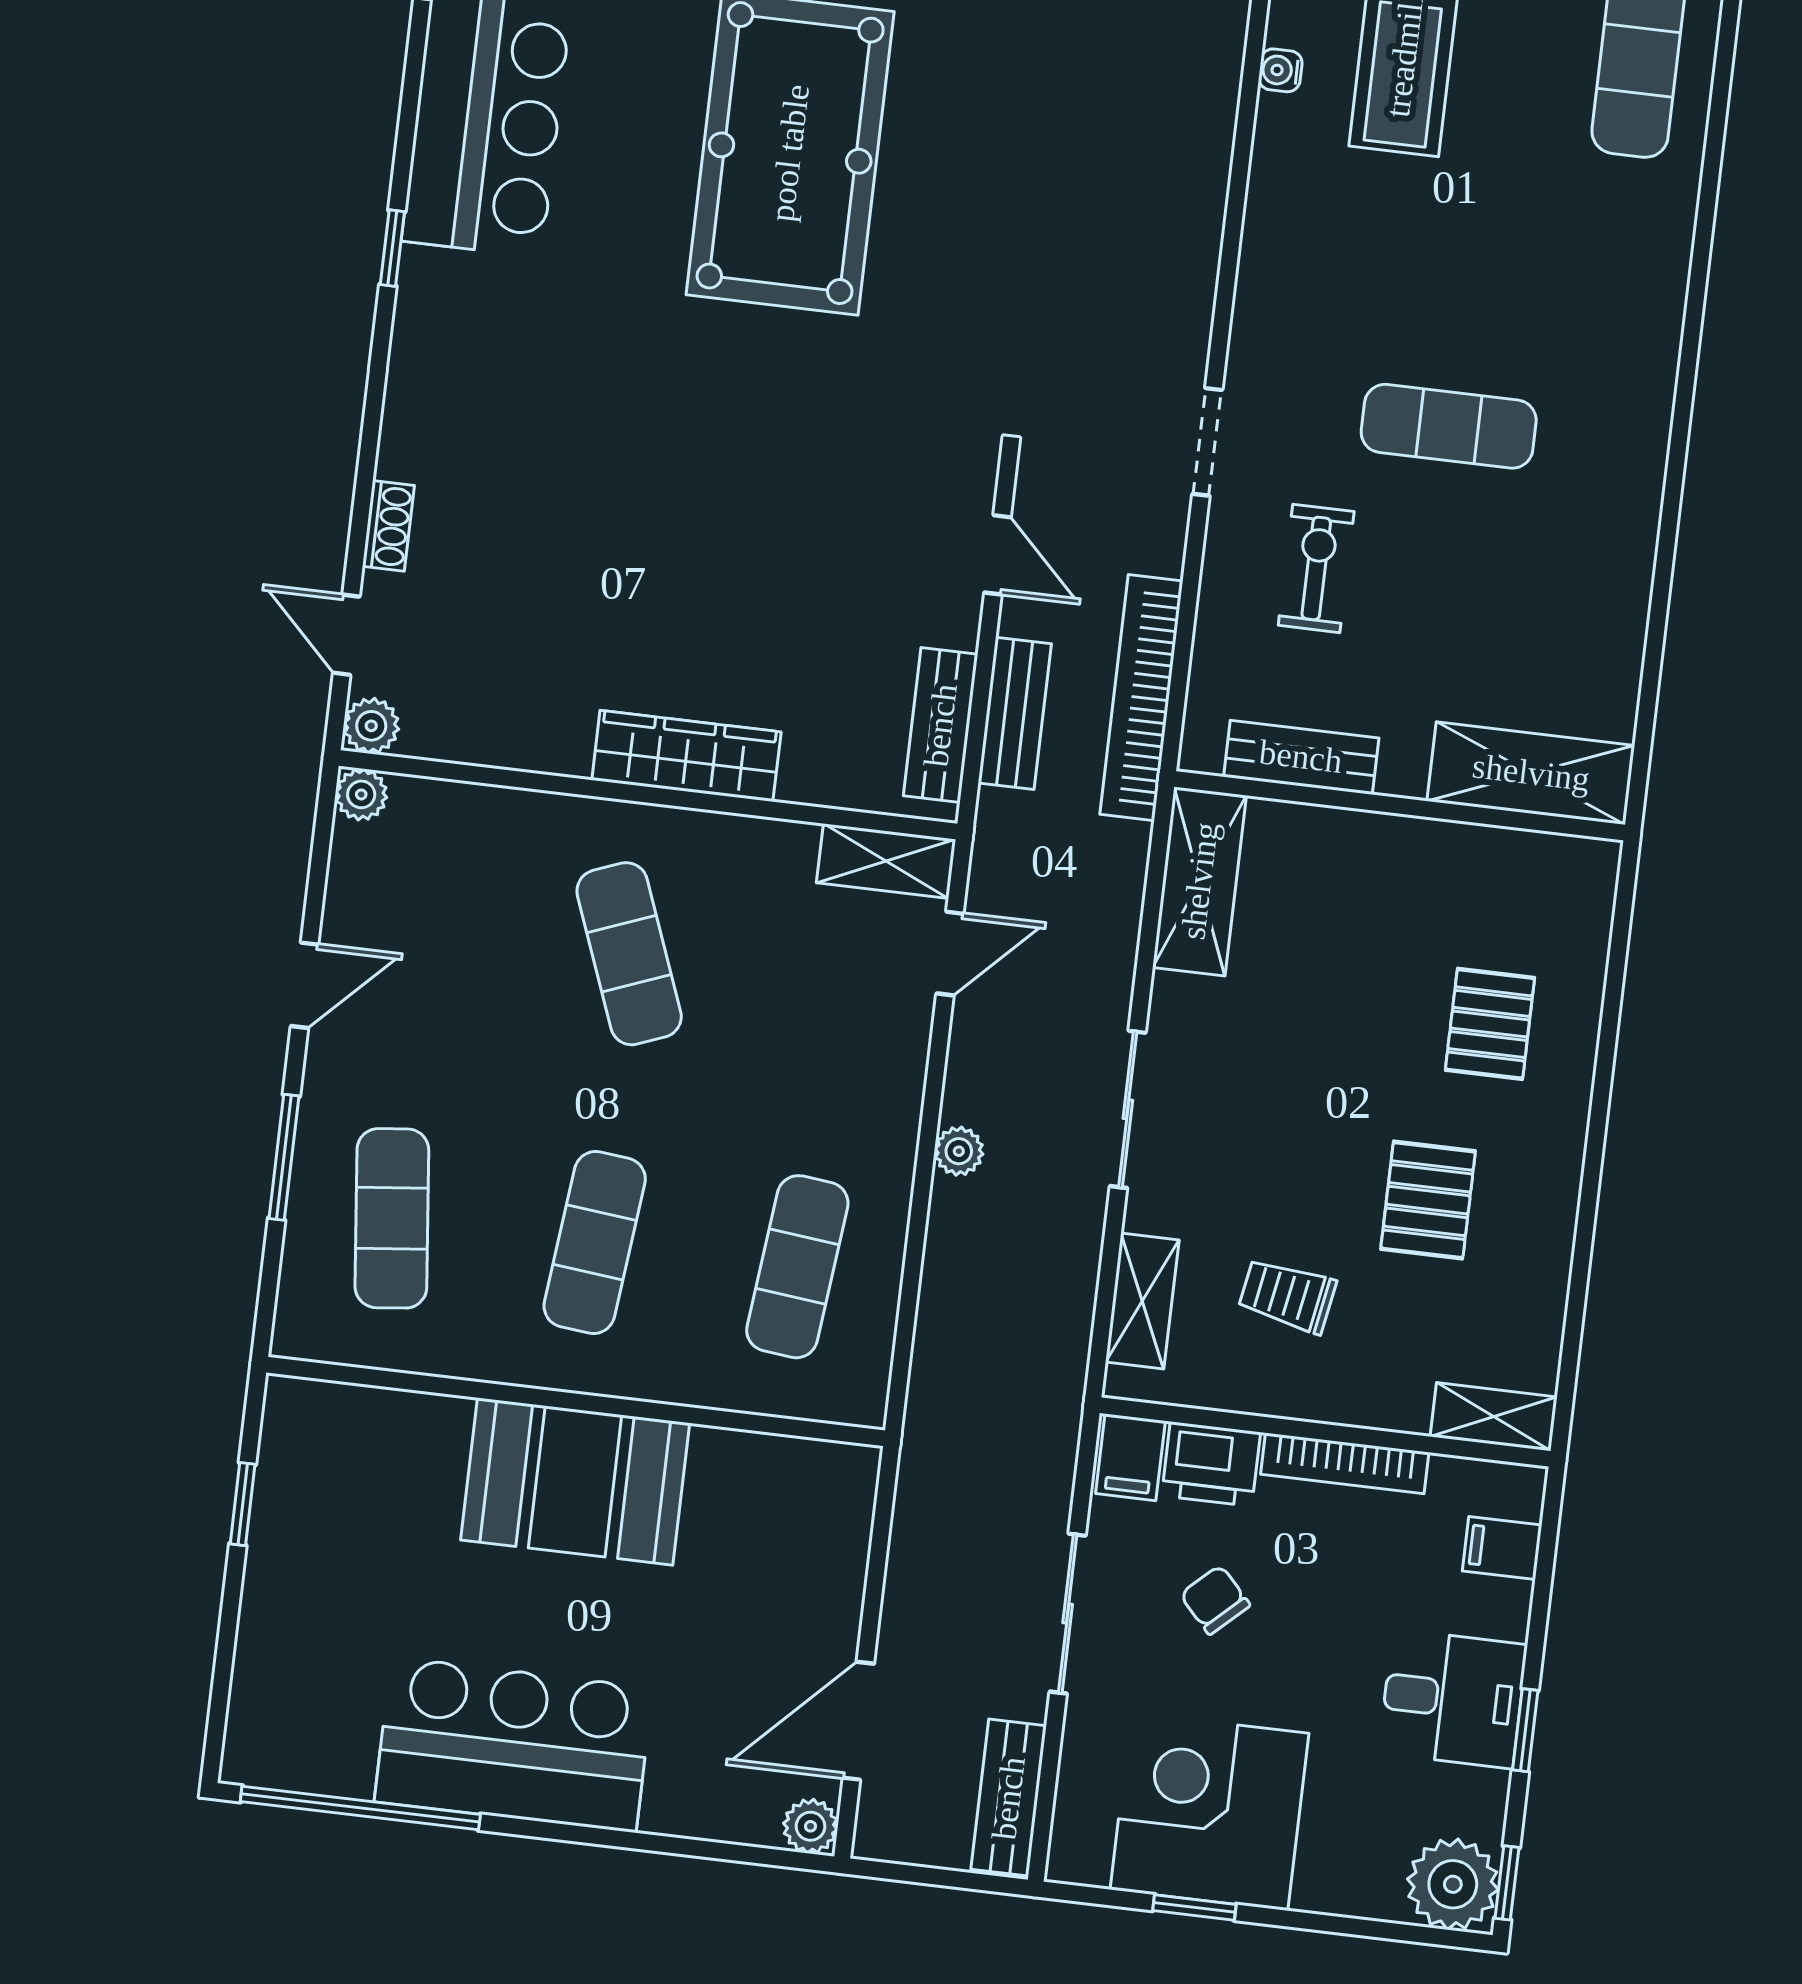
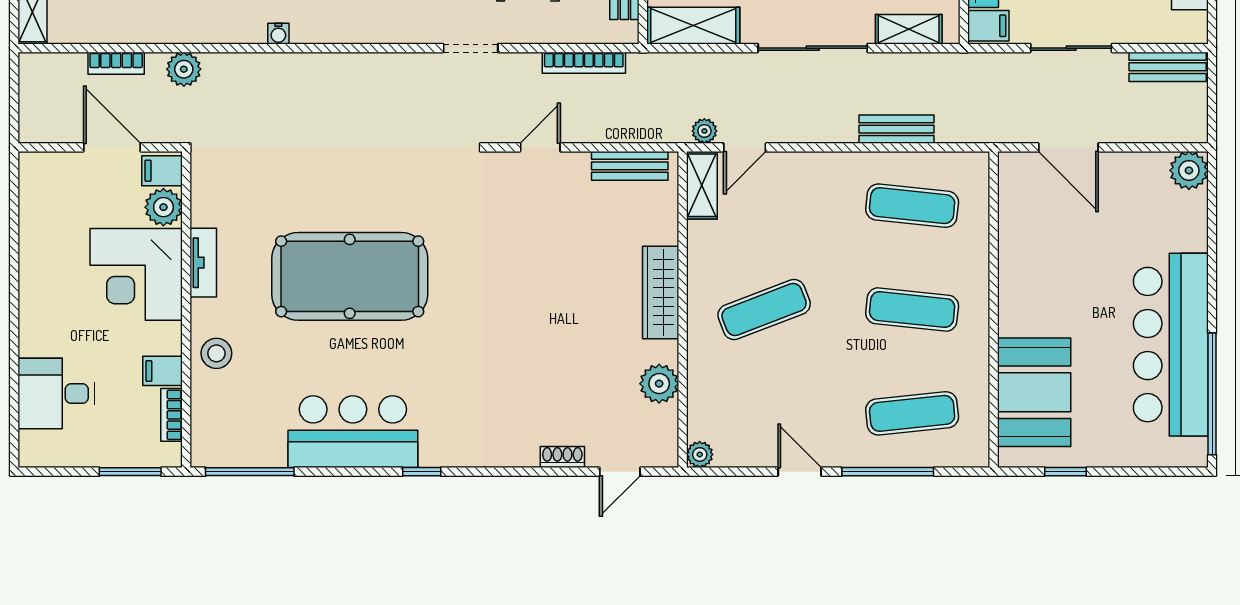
bookcase: (1141, 698) -> (584, 63), width x0.68, depth x0.76
bench: (1015, 713) -> (896, 129), moved
plant: (371, 726) -> (659, 384), moved, width x1.38, depth x1.38
door: (950, 954) -> (745, 147), swing flipped
sliding door: (1128, 1109) -> (813, 48), width x1.37
plant: (959, 1151) -> (704, 131), moved
window: (284, 1157) -> (888, 472), width x1.44
booth: (575, 1481) -> (1034, 392), moved
door: (858, 1721) -> (1068, 147), moved
bar counter: (514, 1745) -> (1171, 345), width x1.36
plant: (810, 1826) -> (1189, 170), width x1.38, depth x1.38

